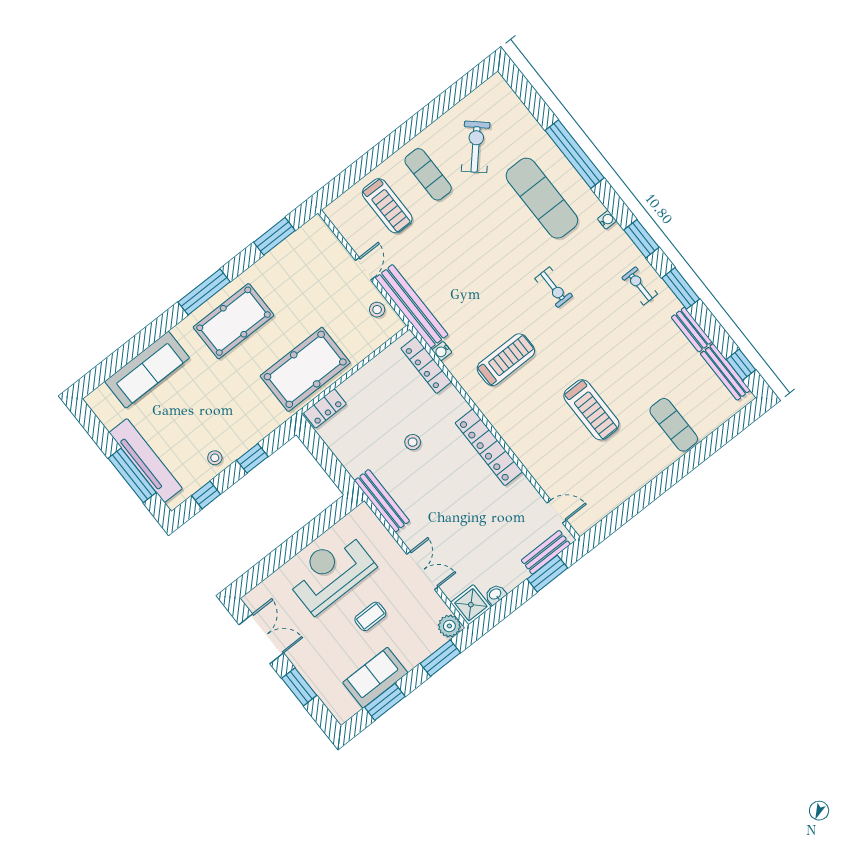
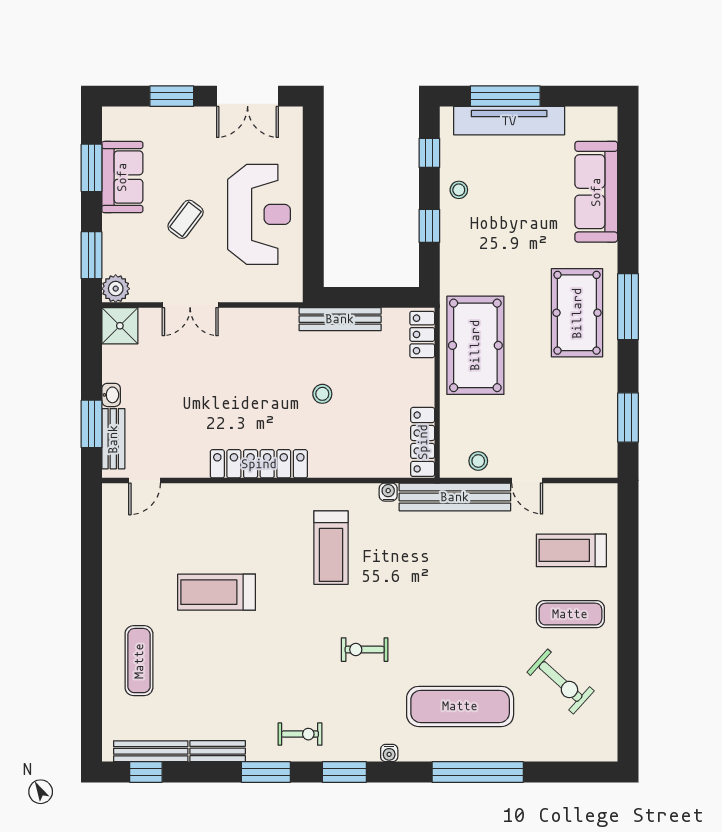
locker: (426, 365) -> (423, 442), moved, turned -90
exercise mat: (674, 425) -> (139, 661), turned 90
bench: (382, 501) -> (340, 319), moved
washbasin: (495, 594) -> (111, 395), moved
coffee table: (370, 616) -> (186, 219), turned 37

